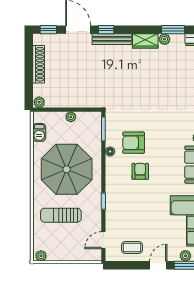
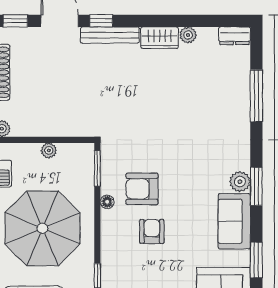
window: (173, 30) -> (201, 21), removed

